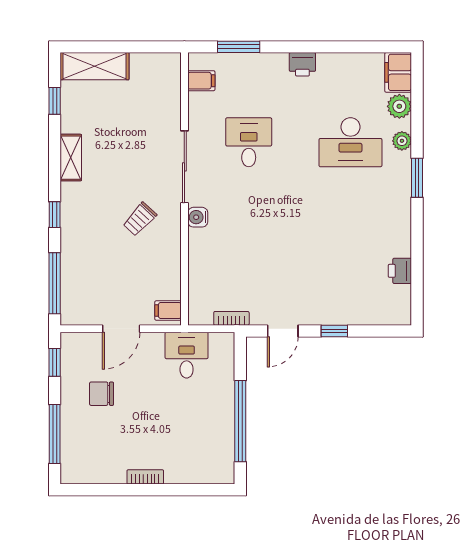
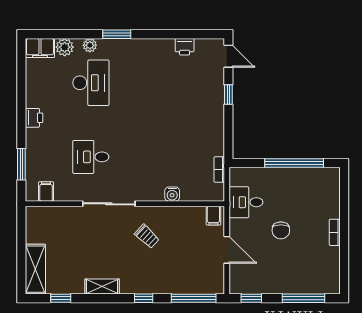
water cooler: (198, 217) -> (172, 194), moved
door: (283, 331) -> (228, 56), moved
chair: (102, 394) -> (281, 230), moved

